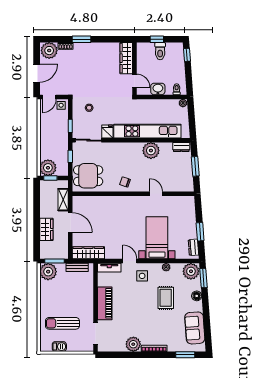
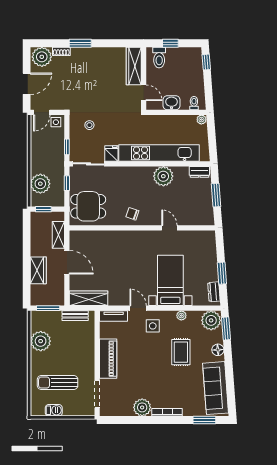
toilet: (160, 51) -> (159, 57), moved
plant: (48, 168) -> (40, 184), moved
plant: (48, 272) -> (41, 341), moved
sofa: (195, 328) -> (216, 388), width x1.36

